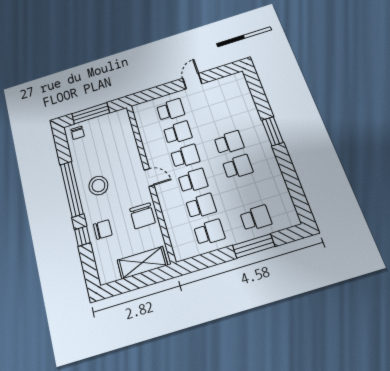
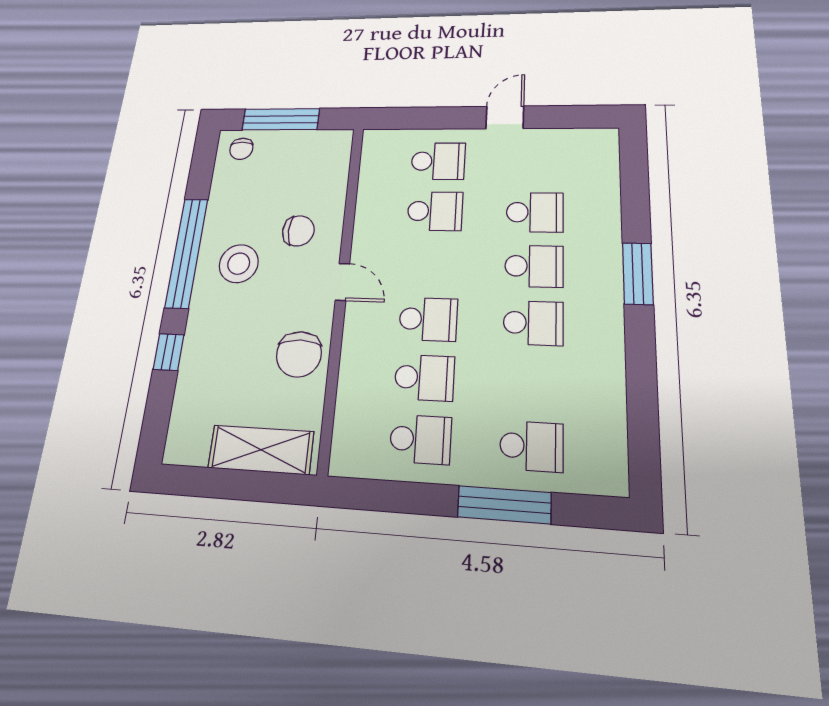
school desk: (185, 156) -> (535, 212), moved
chair: (103, 230) -> (298, 231), moved

